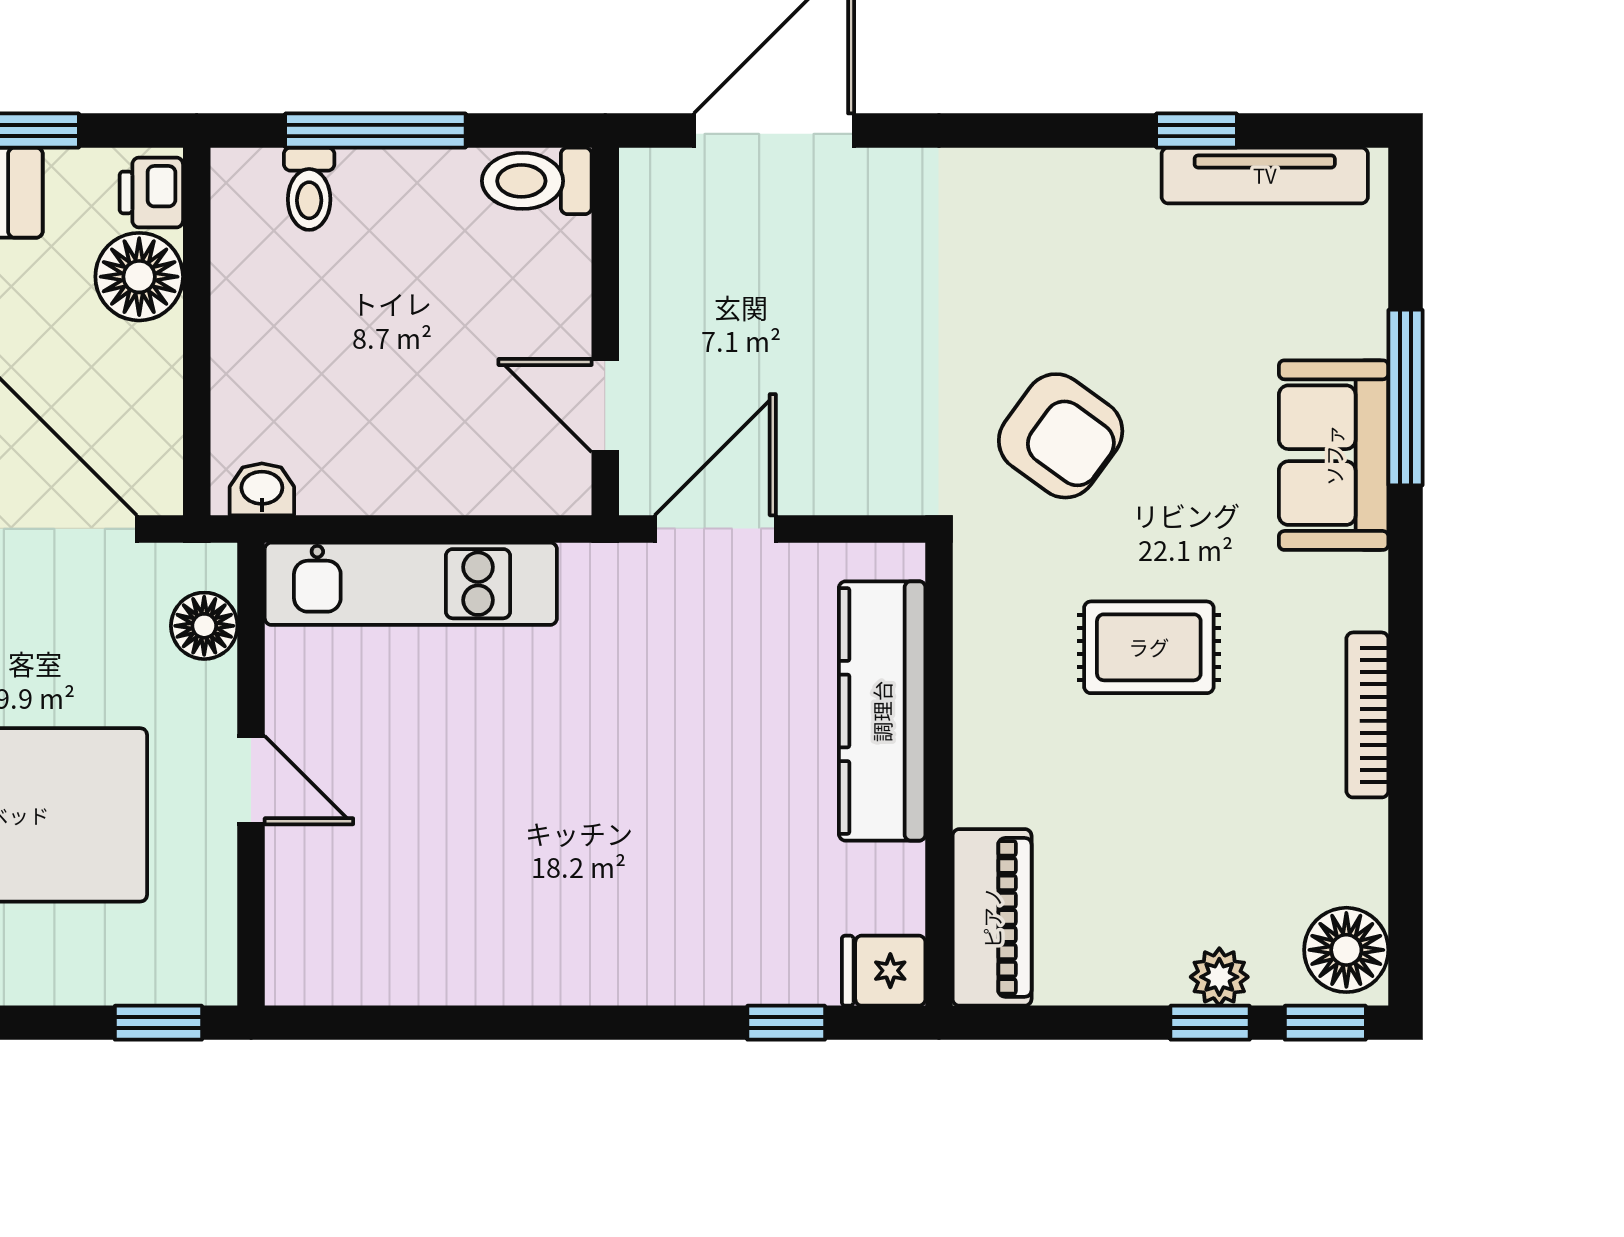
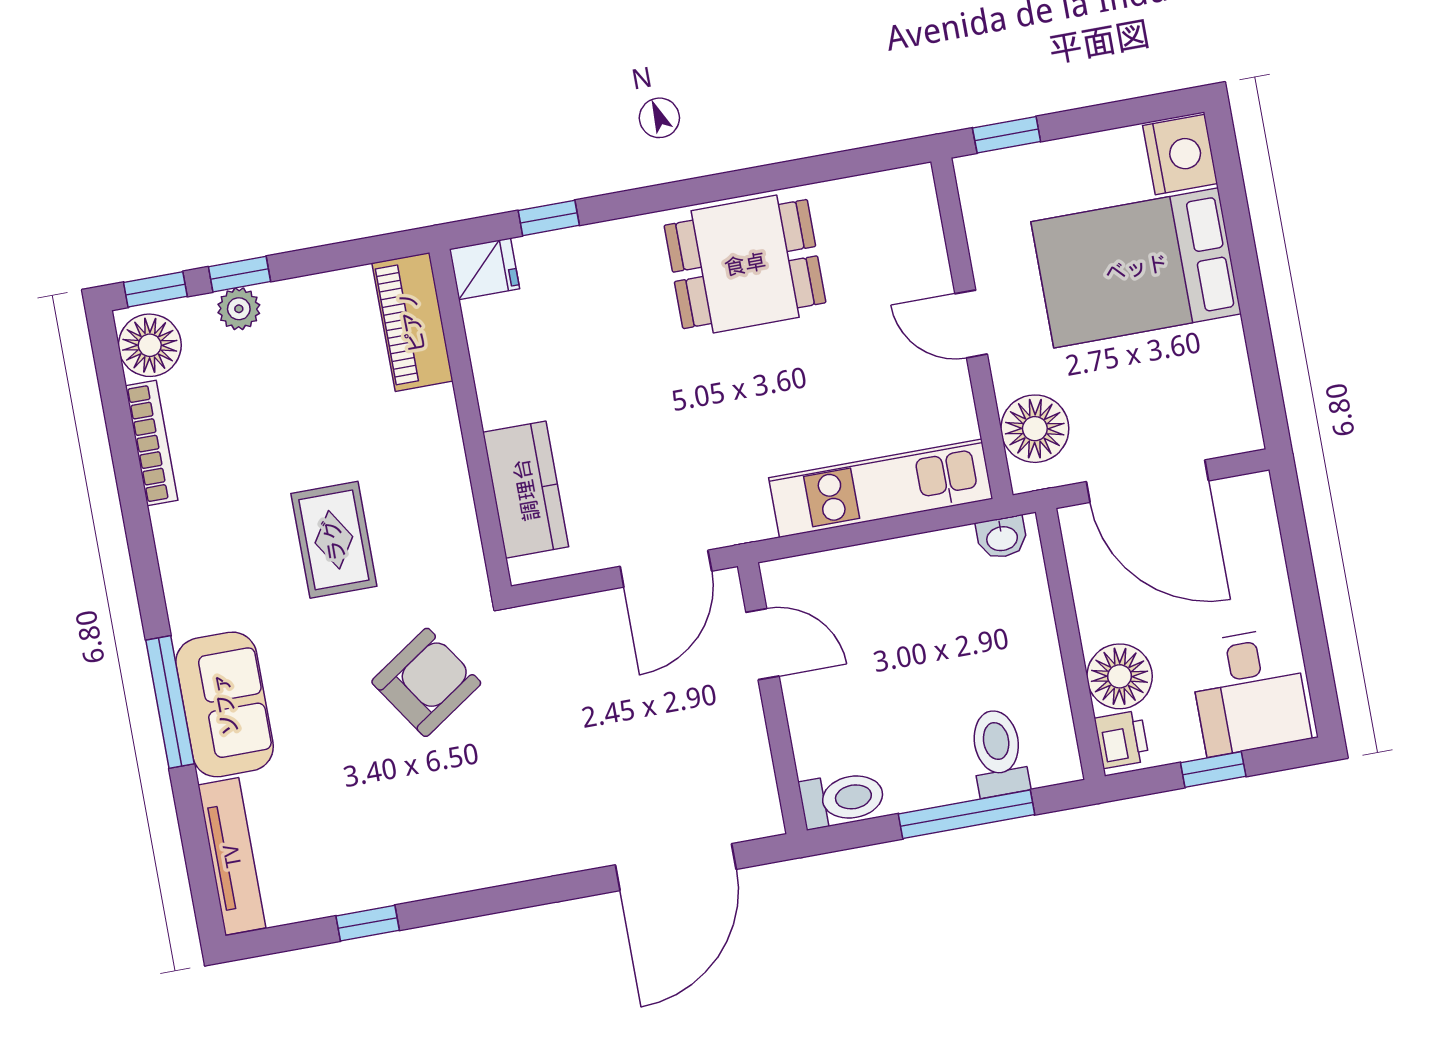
tv unit: (1265, 175) -> (232, 856), moved, turned 90
toilet: (309, 189) -> (998, 753), width x1.37, depth x1.39
window: (1405, 398) -> (170, 702), moved
armchair: (1061, 436) -> (426, 682), turned 110
floor lamp: (204, 626) -> (1035, 429), width x1.38, depth x1.38
rug: (1149, 647) -> (334, 540), turned 90
kitchen counter: (882, 711) -> (526, 490), width x0.67
bookcase: (1367, 715) -> (152, 443), moved
dining table: (537, 914) -> (745, 264), added

